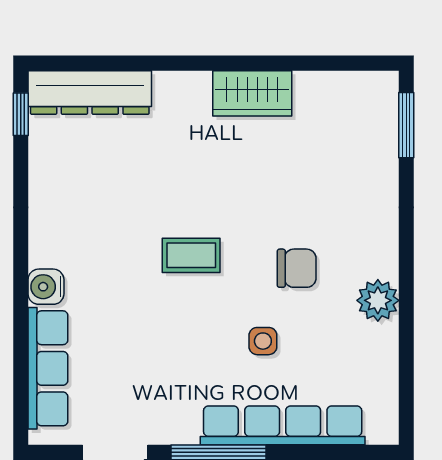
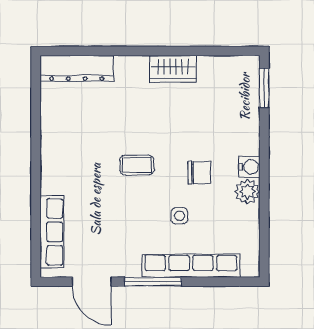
window: (21, 114) -> (36, 81), removed
water cooler: (46, 287) -> (249, 167), moved, turned 180

